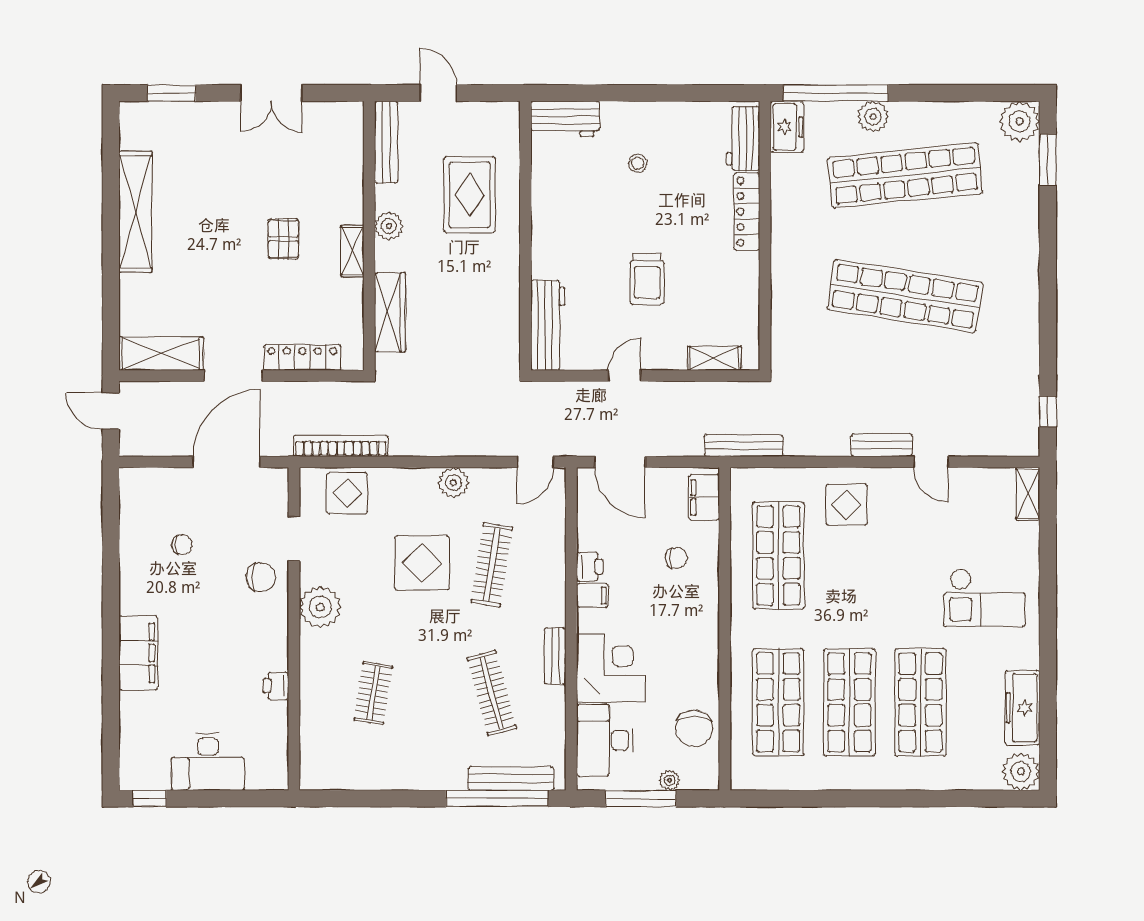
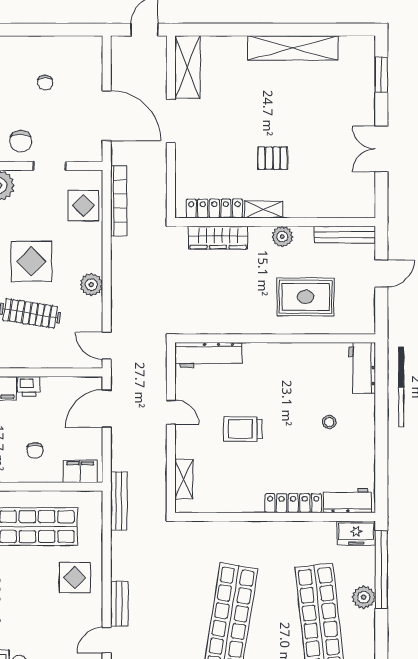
locker: (302, 358) -> (214, 209), moved, turned -90

